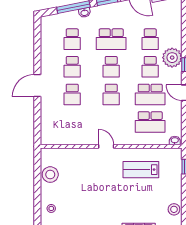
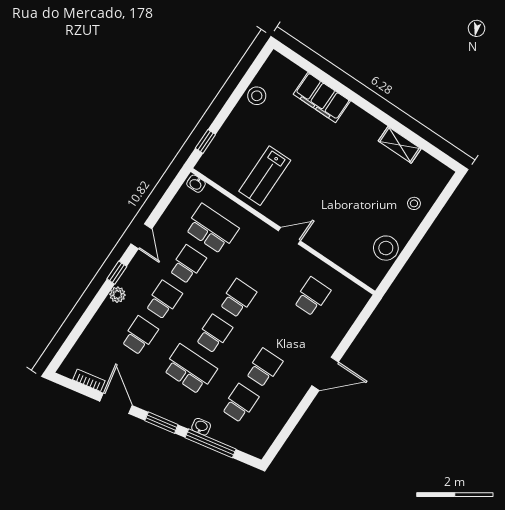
plant: (172, 58) -> (117, 295), width x0.53, depth x0.53
school desk: (72, 94) -> (312, 297), moved
school desk: (150, 94) -> (188, 264), width x0.54
door: (106, 146) -> (289, 236), swing flipped
lab bench: (141, 170) -> (265, 176), turned 90

